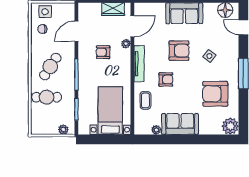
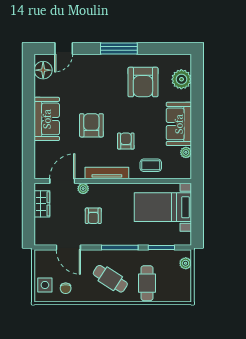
door: (132, 26) -> (62, 181), hinge flipped
side table: (209, 56) -> (98, 89), removed
plant: (230, 126) -> (181, 79), moved

